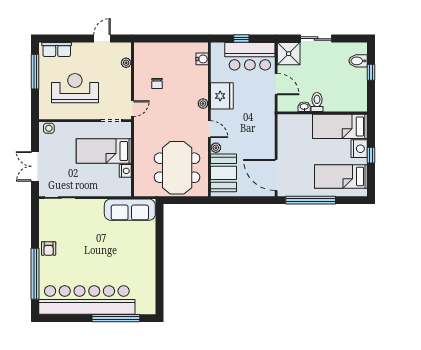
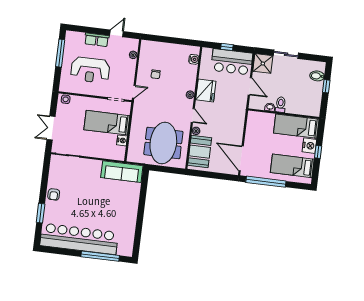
row of seats: (57, 49) -> (97, 40), moved
reception desk: (75, 88) -> (90, 70), turned 180
window: (35, 274) -> (41, 213), width x0.47

